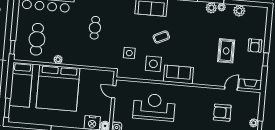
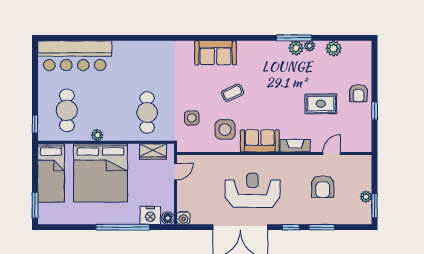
cafe table: (95, 28) -> (147, 112), moved, width x1.37, depth x1.35
rug: (226, 51) -> (321, 104), turned 90
wardrobe: (98, 75) -> (153, 151), added
fireplace: (250, 84) -> (295, 146), moved
door: (114, 92) -> (176, 171), swing flipped
reception desk: (154, 107) -> (253, 190), moved
armchair: (222, 113) -> (323, 187), turned -90

